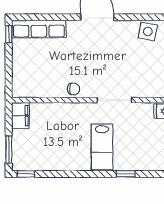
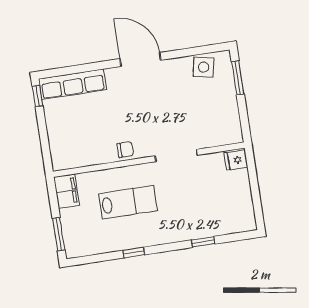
lab bench: (102, 147) -> (128, 202), moved, turned -90
window: (26, 174) -> (134, 253), moved

